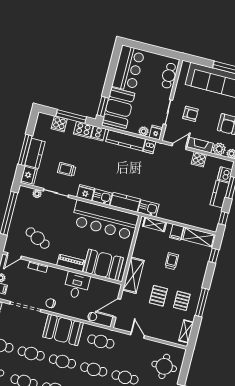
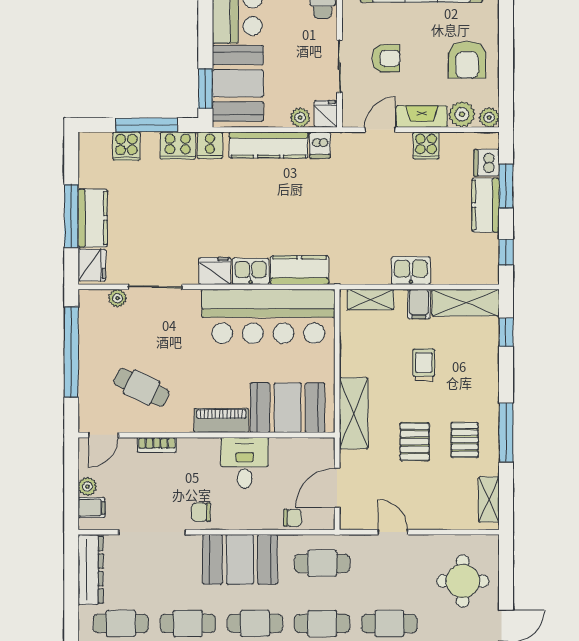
trolley: (67, 169) -> (165, 234), removed
kitchen sink: (148, 208) -> (411, 271), moved

